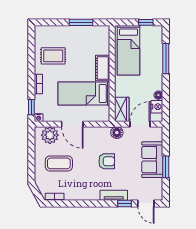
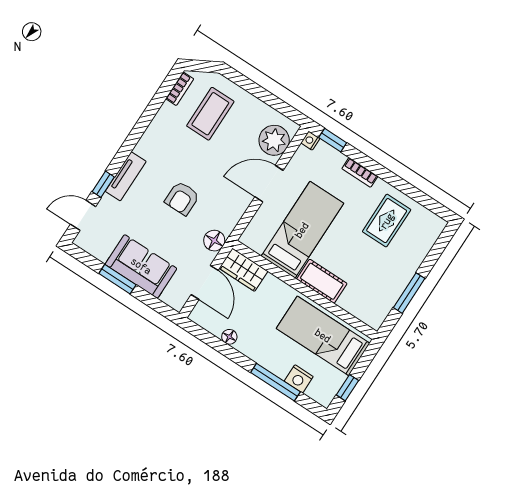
nightstand: (157, 107) -> (299, 379), moved
coffee table: (59, 163) -> (210, 114), moved

